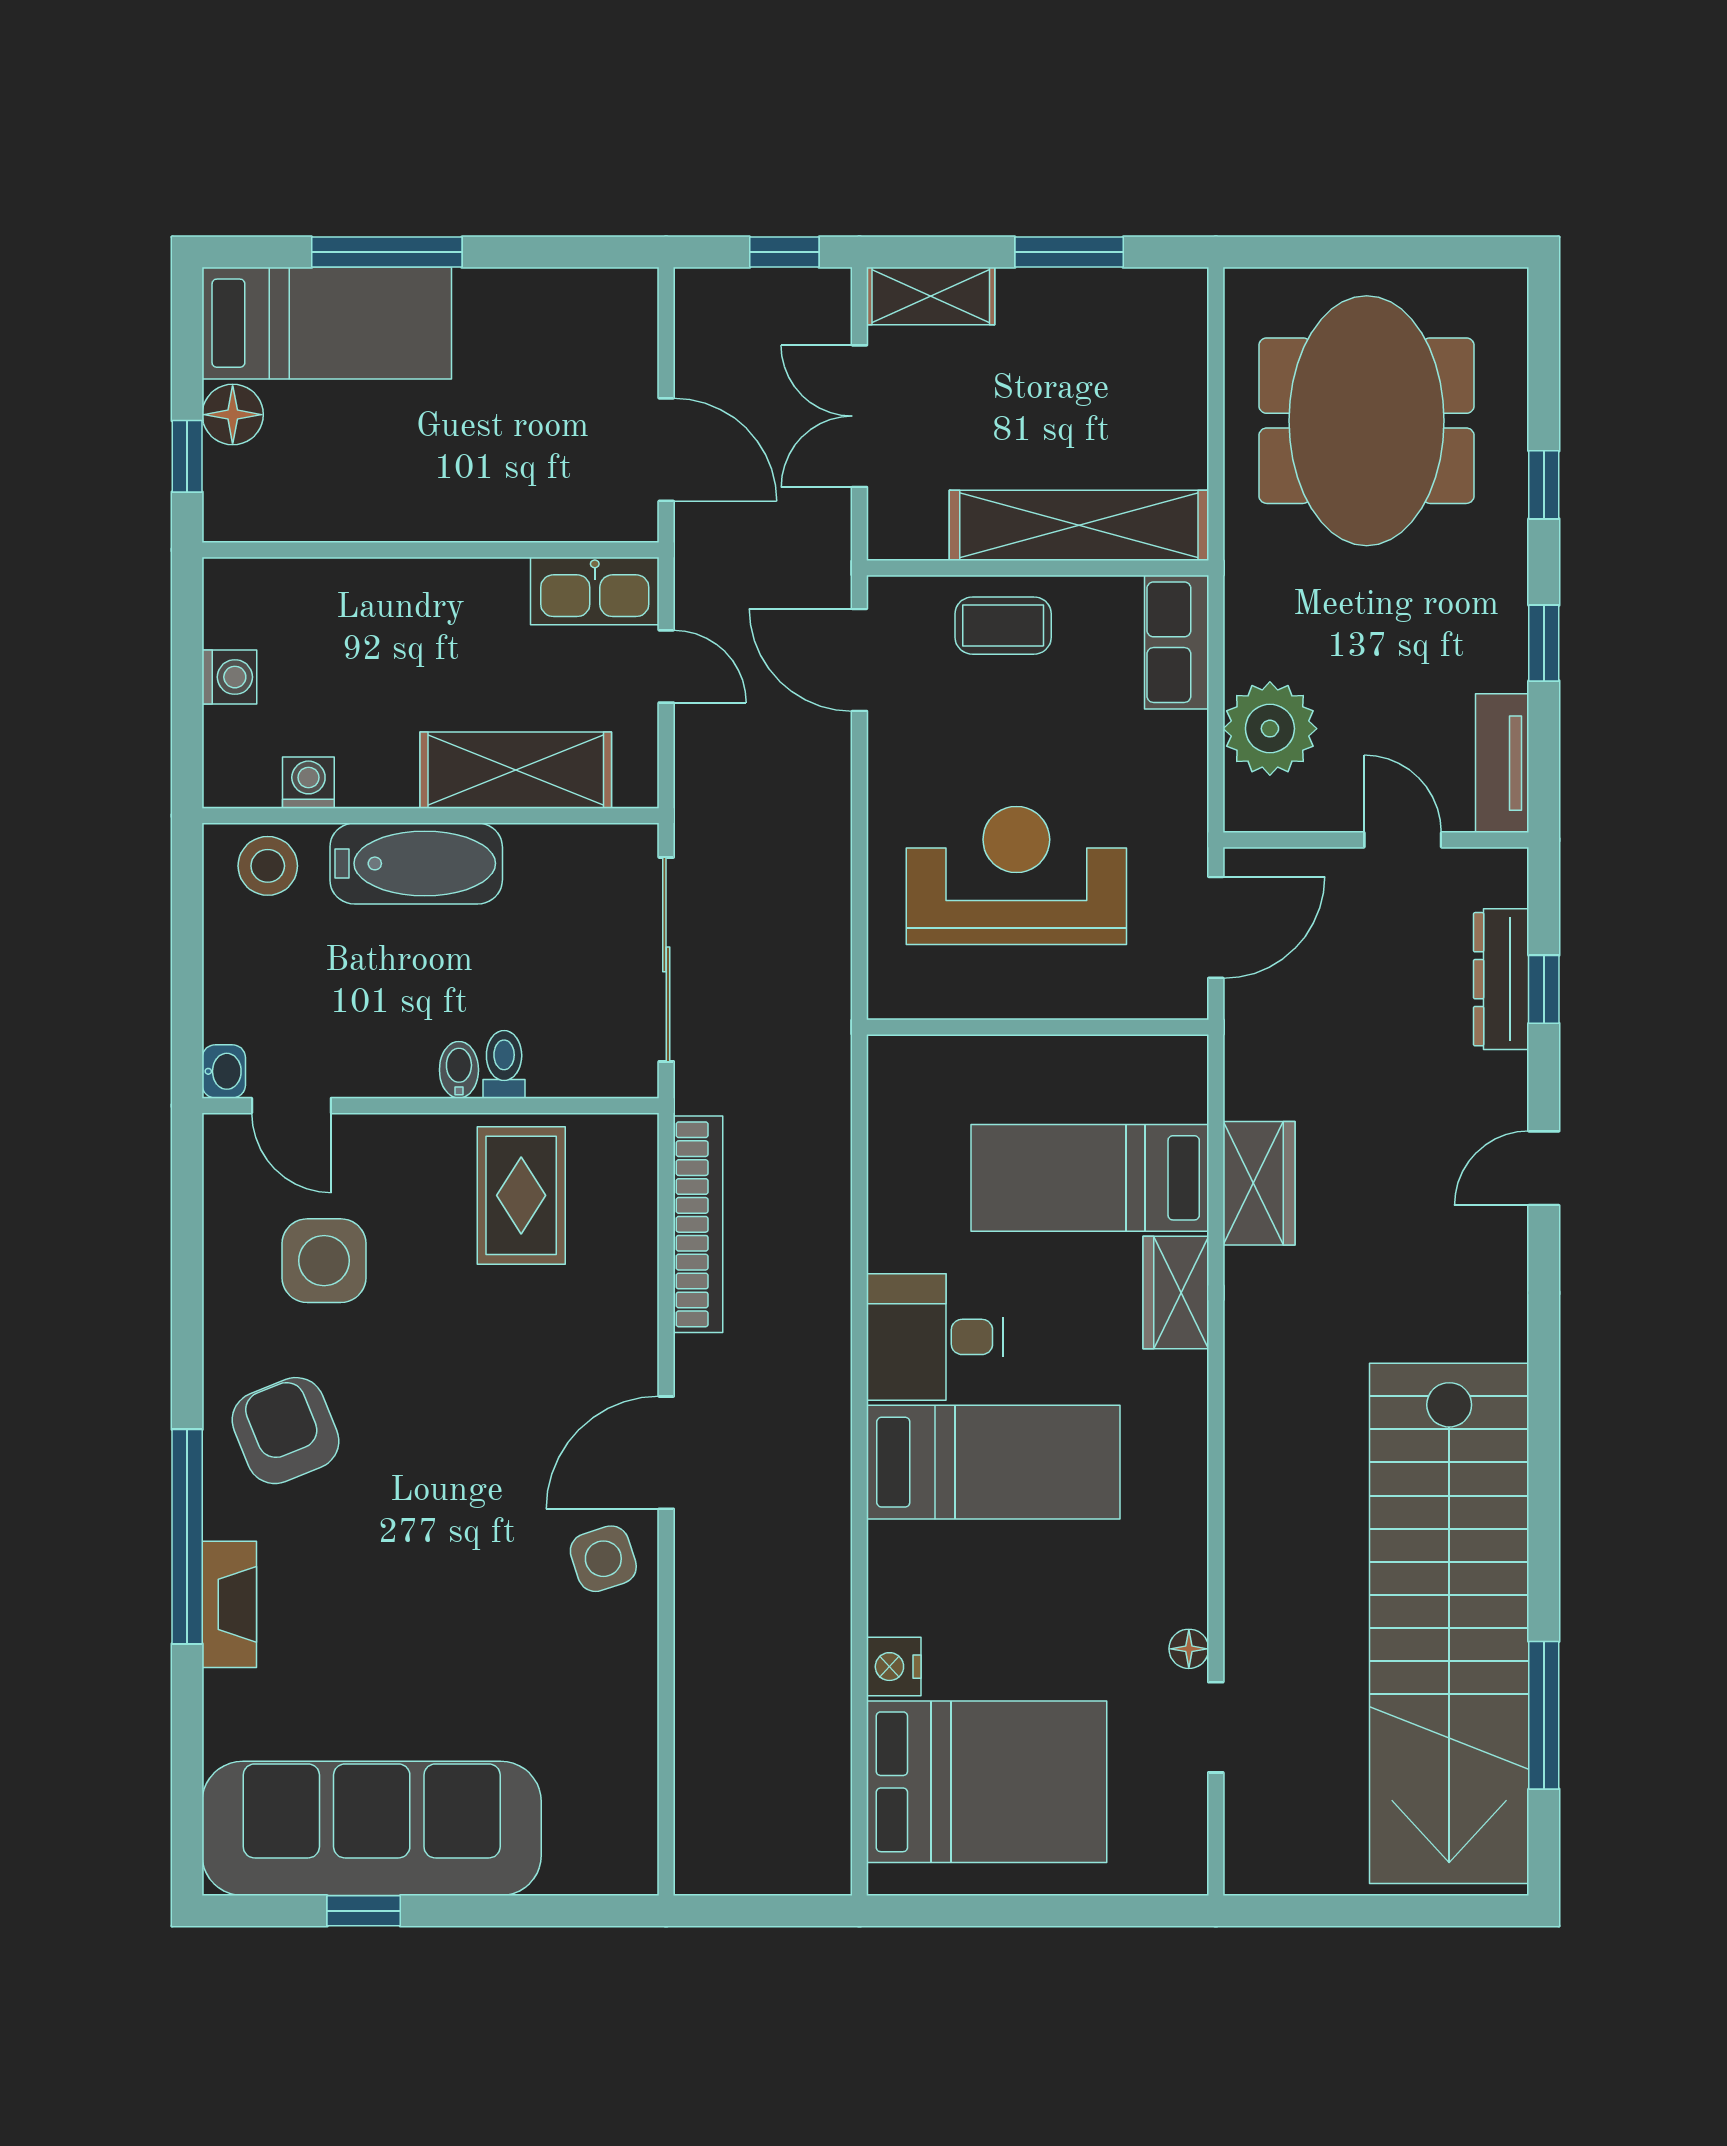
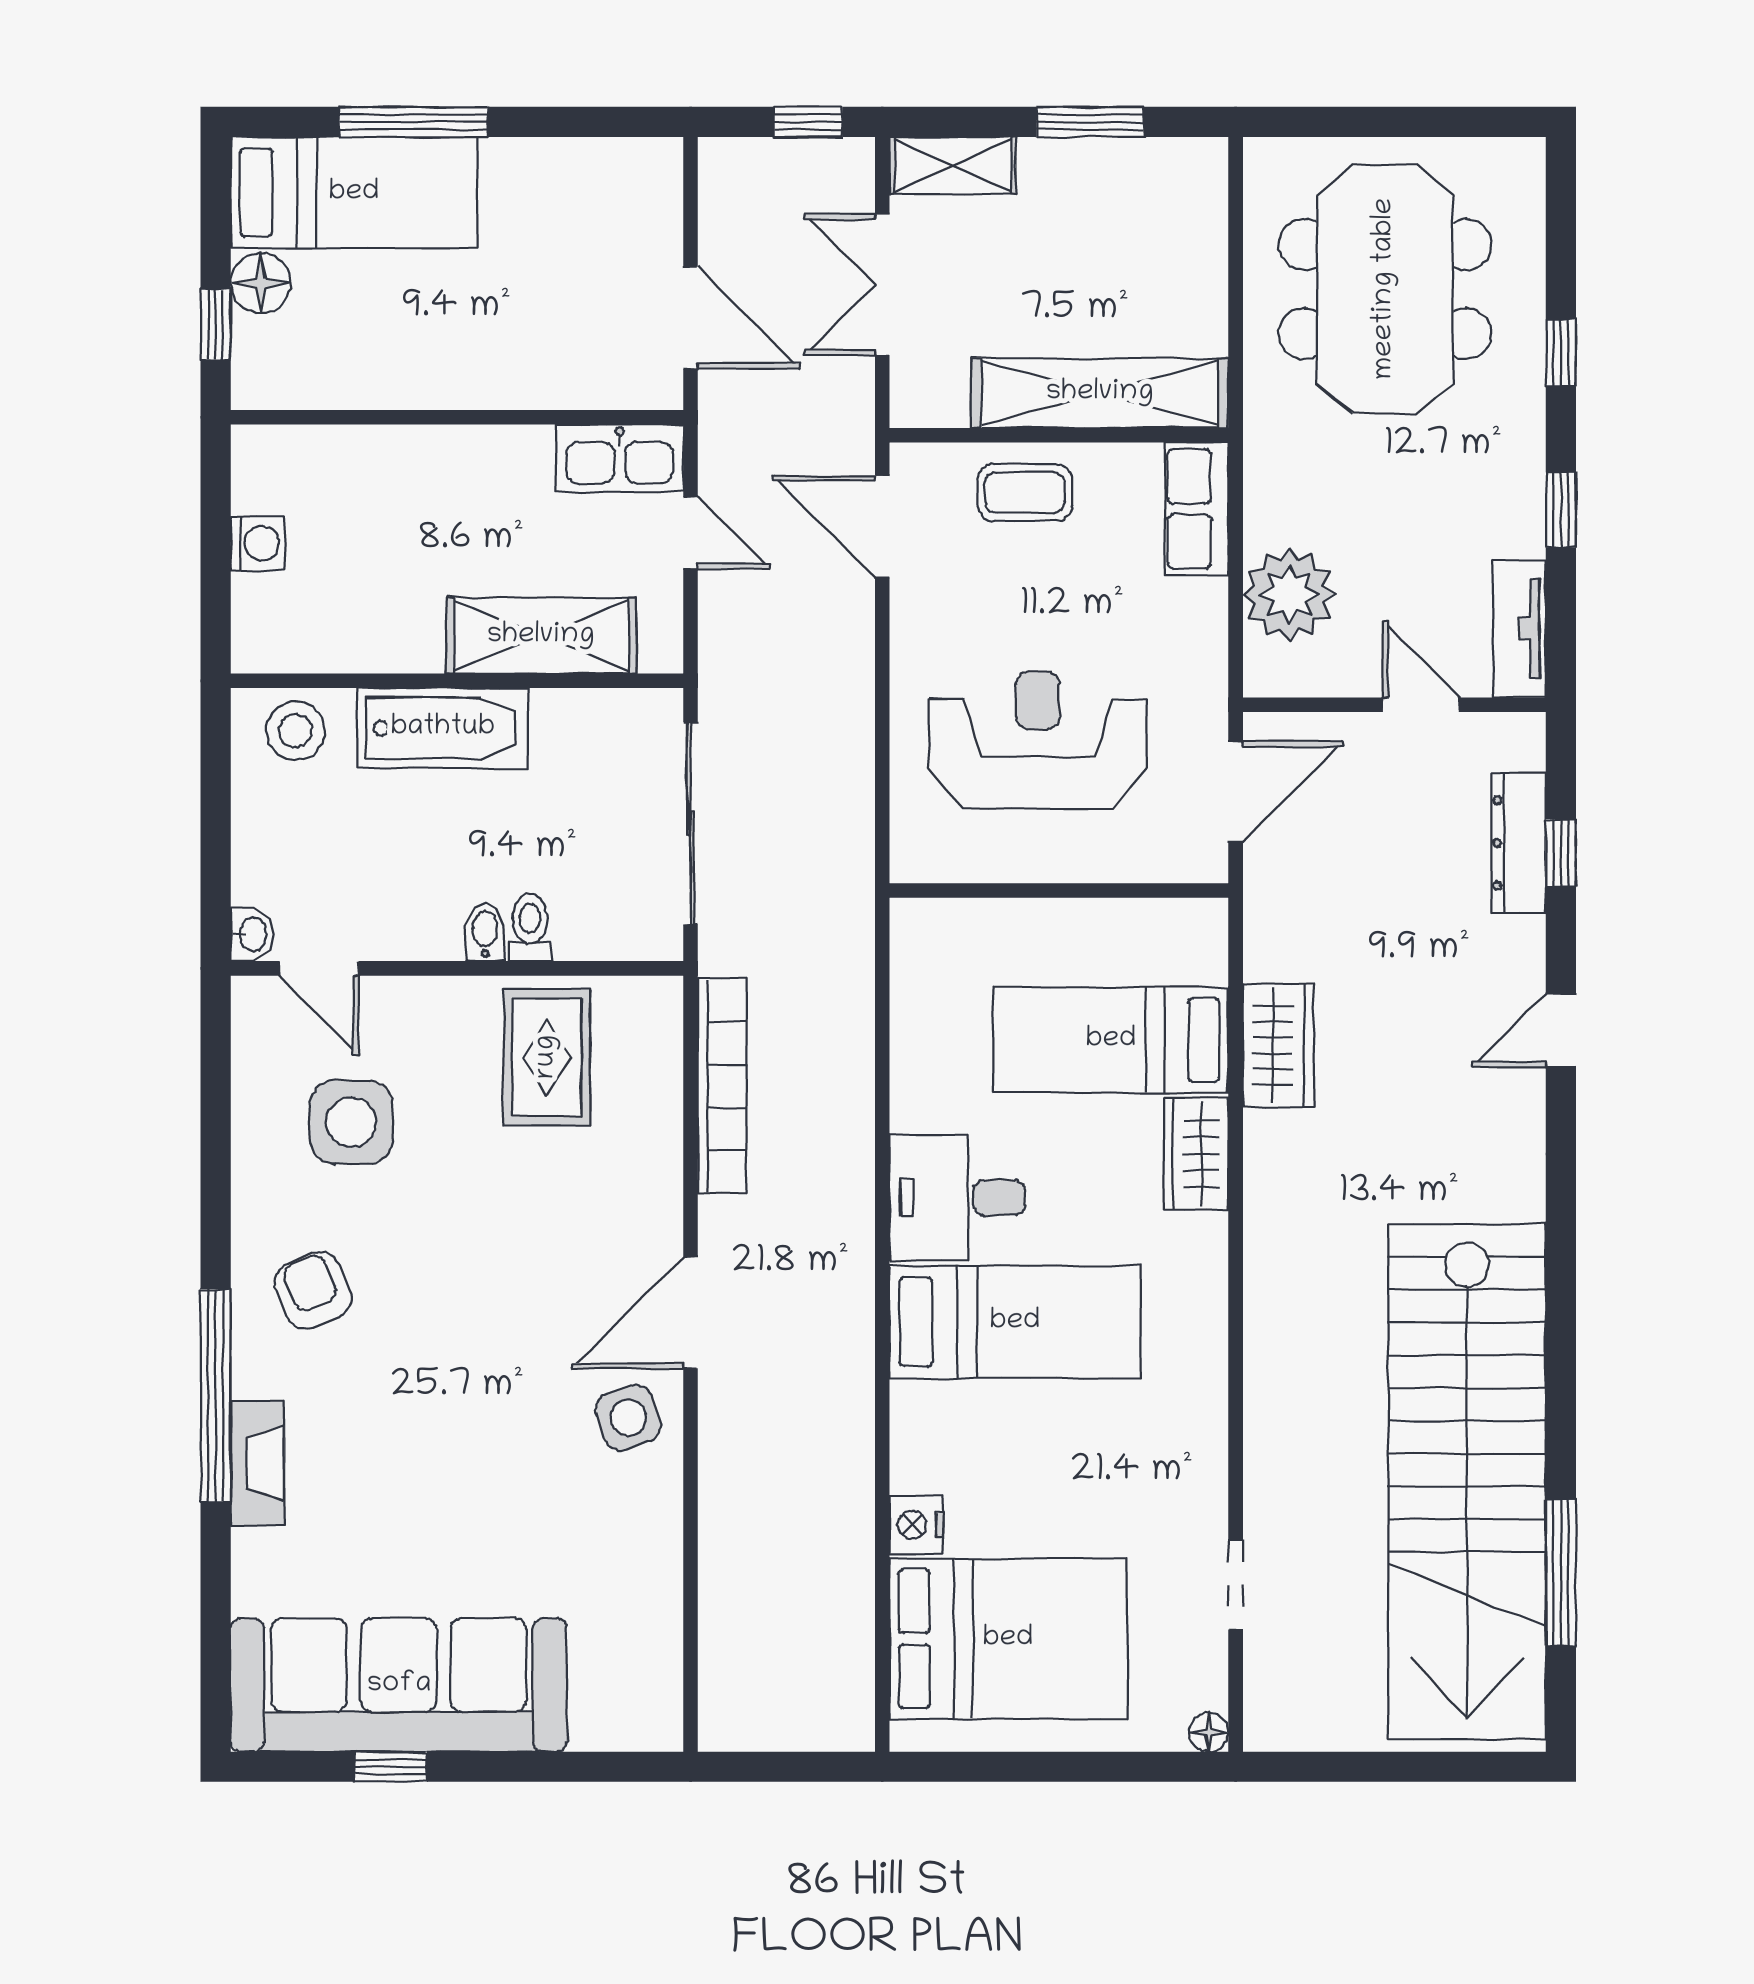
washing machine: (308, 783) -> (336, 648), removed
armchair: (286, 1431) -> (313, 1291), width x0.72, depth x0.72
floor lamp: (1189, 1649) -> (1209, 1732), moved

